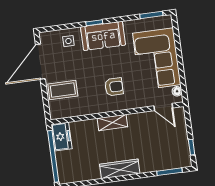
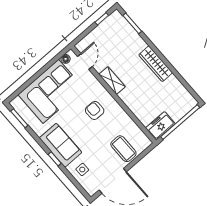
shelving: (112, 122) -> (112, 81), moved

